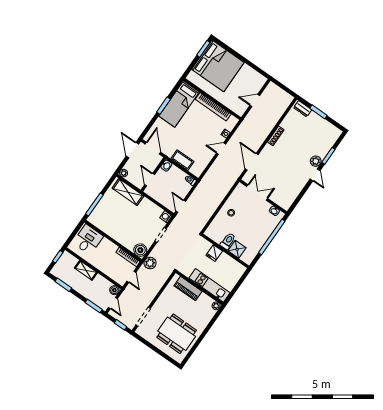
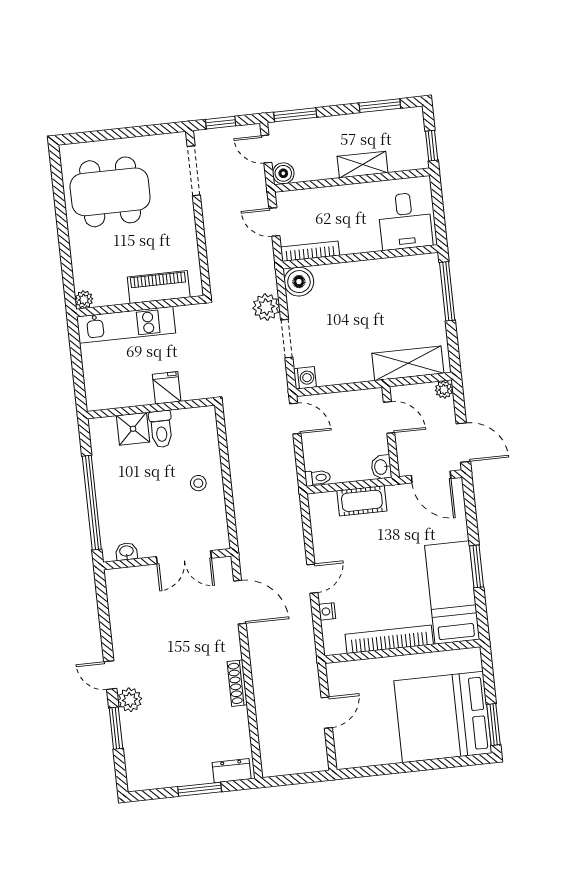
plant: (150, 263) -> (266, 307), moved

